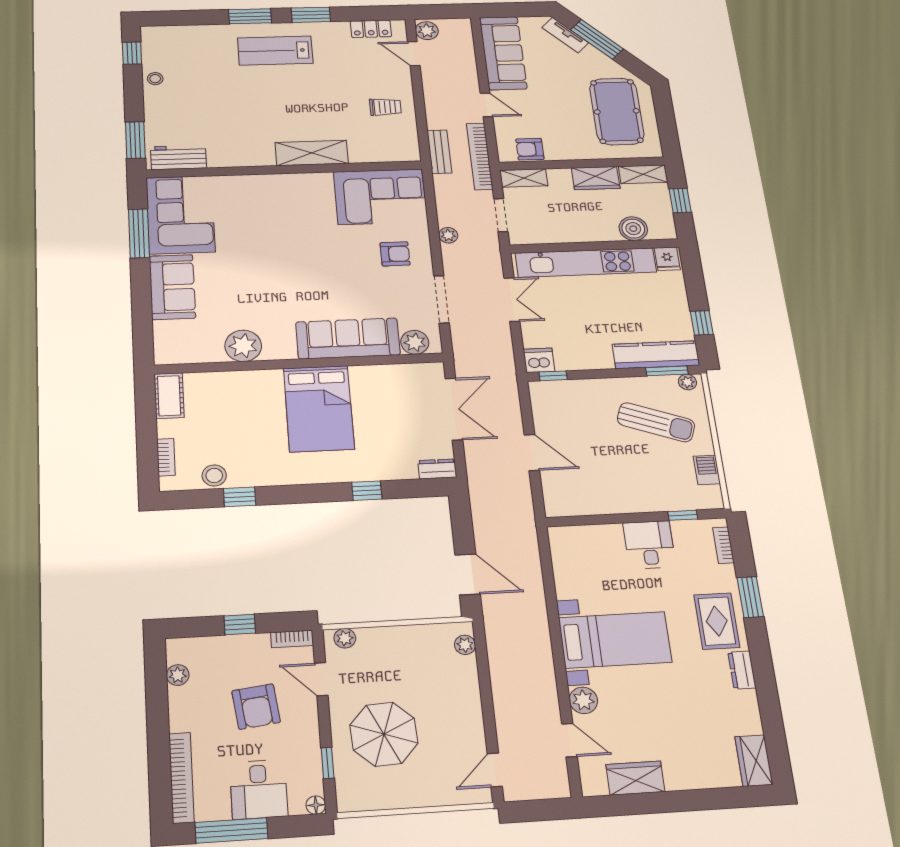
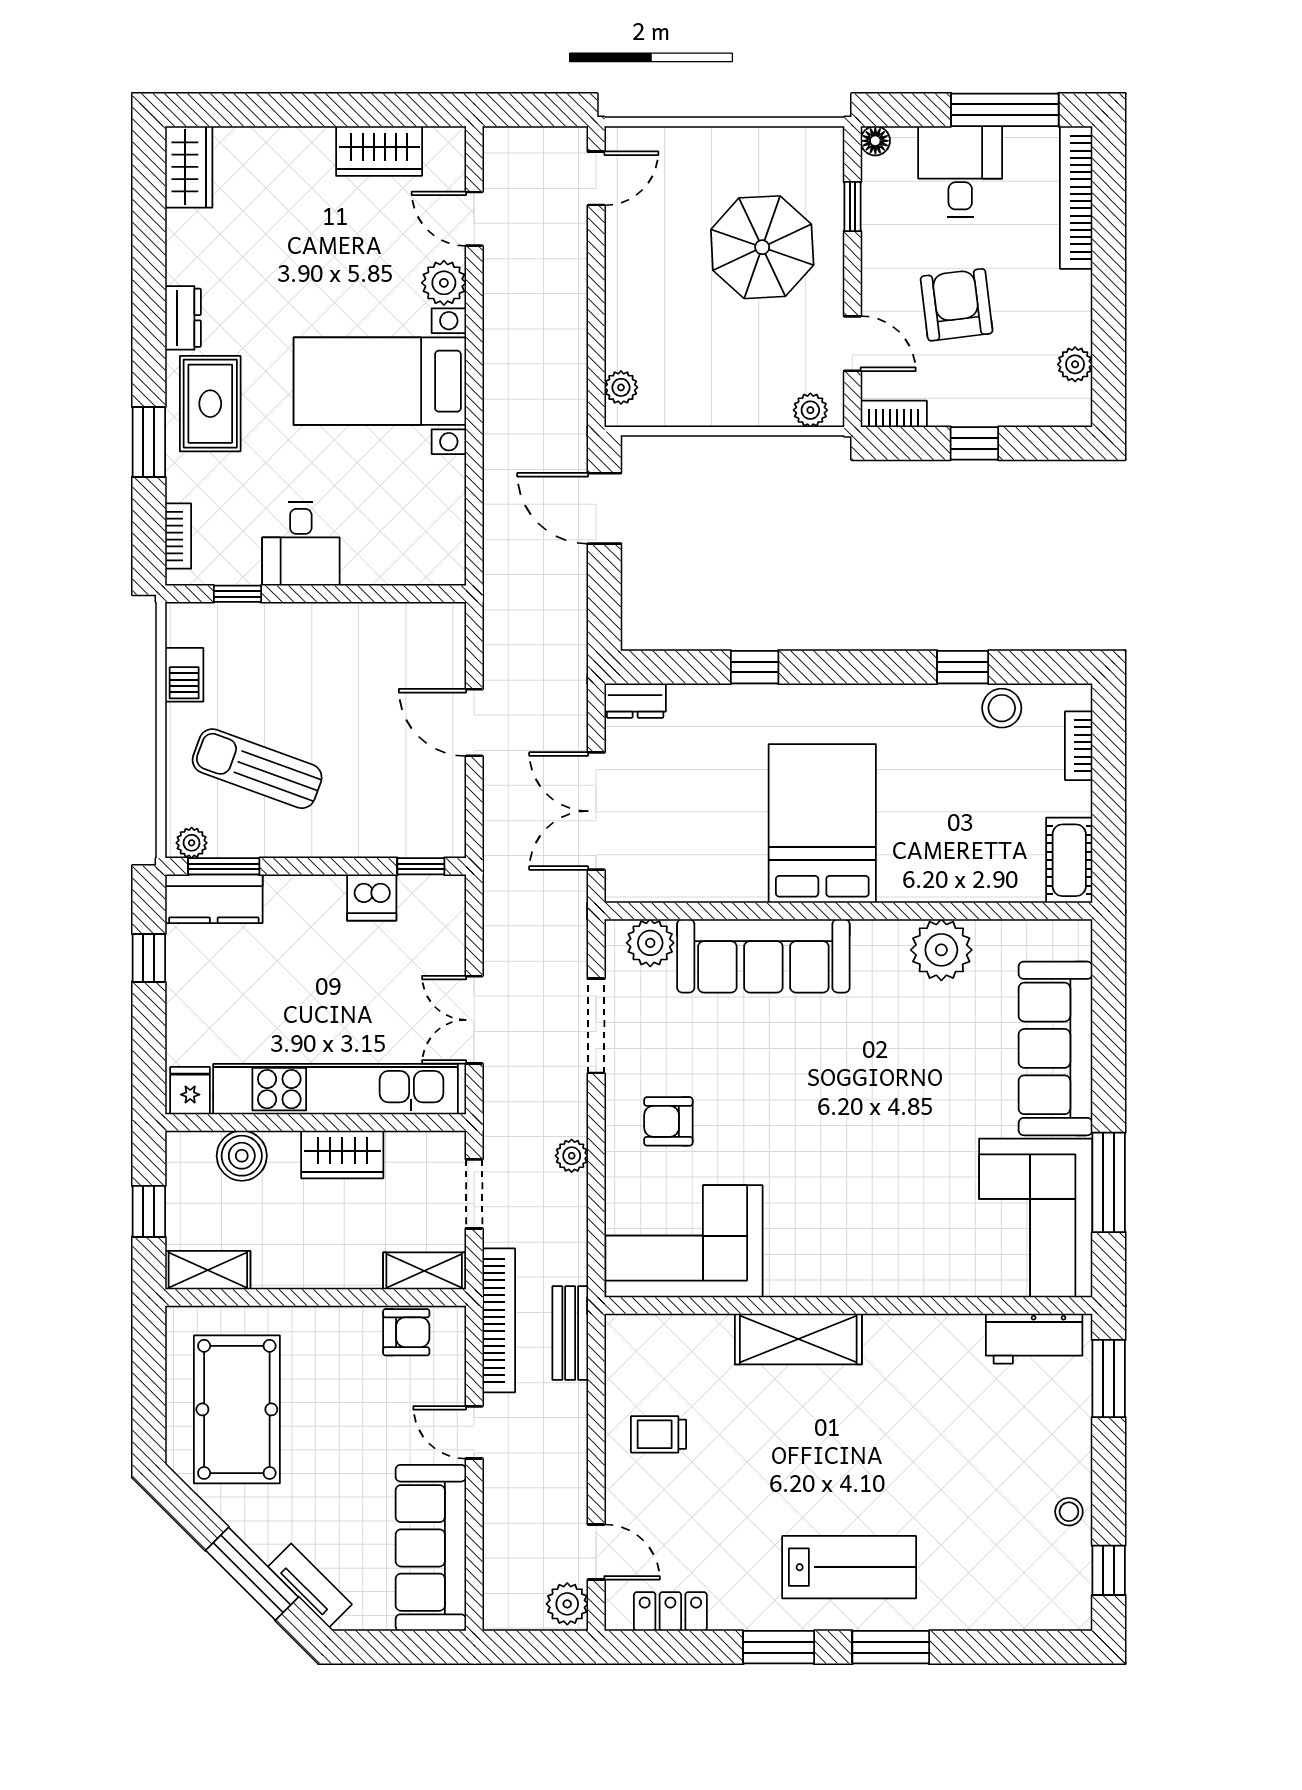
wardrobe: (596, 178) -> (342, 1155), moved, turned 180
sofa: (172, 287) -> (1056, 1048), width x1.36
kitchen counter: (656, 355) -> (214, 899), width x0.67
dishwasher: (539, 360) -> (372, 898), moved

